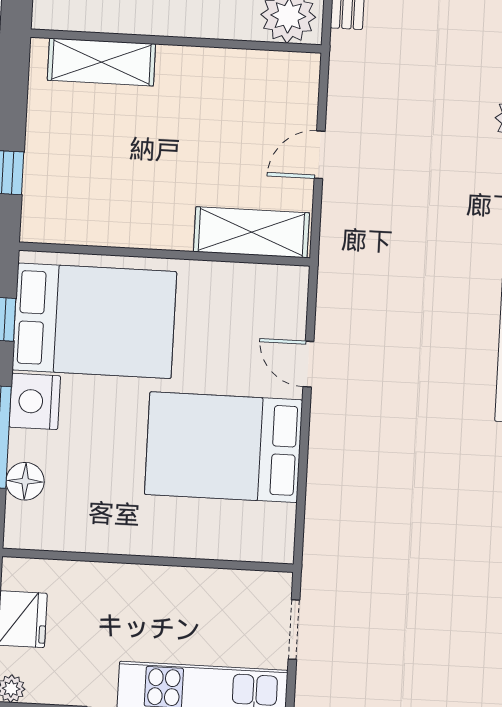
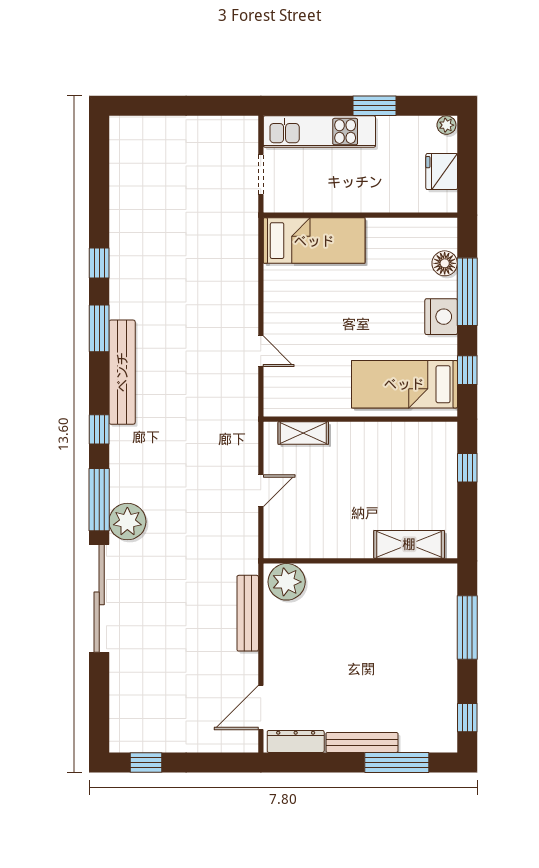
shelving: (251, 232) -> (303, 433), width x0.67, depth x0.75
bed: (94, 321) -> (404, 384), width x0.67
bed: (224, 447) -> (314, 241), moved, width x0.67

